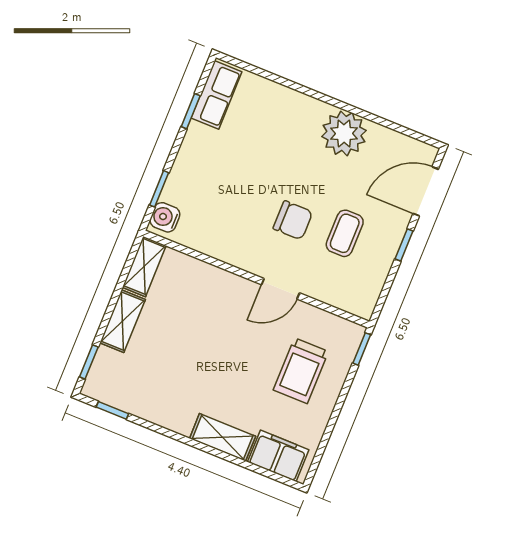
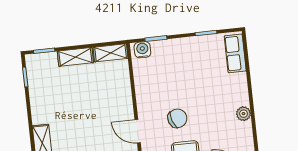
row of seats: (216, 95) -> (235, 53), moved, turned 90
plant: (344, 133) -> (243, 114), width x0.53, depth x0.53
chair: (293, 220) -> (177, 118), turned -109

